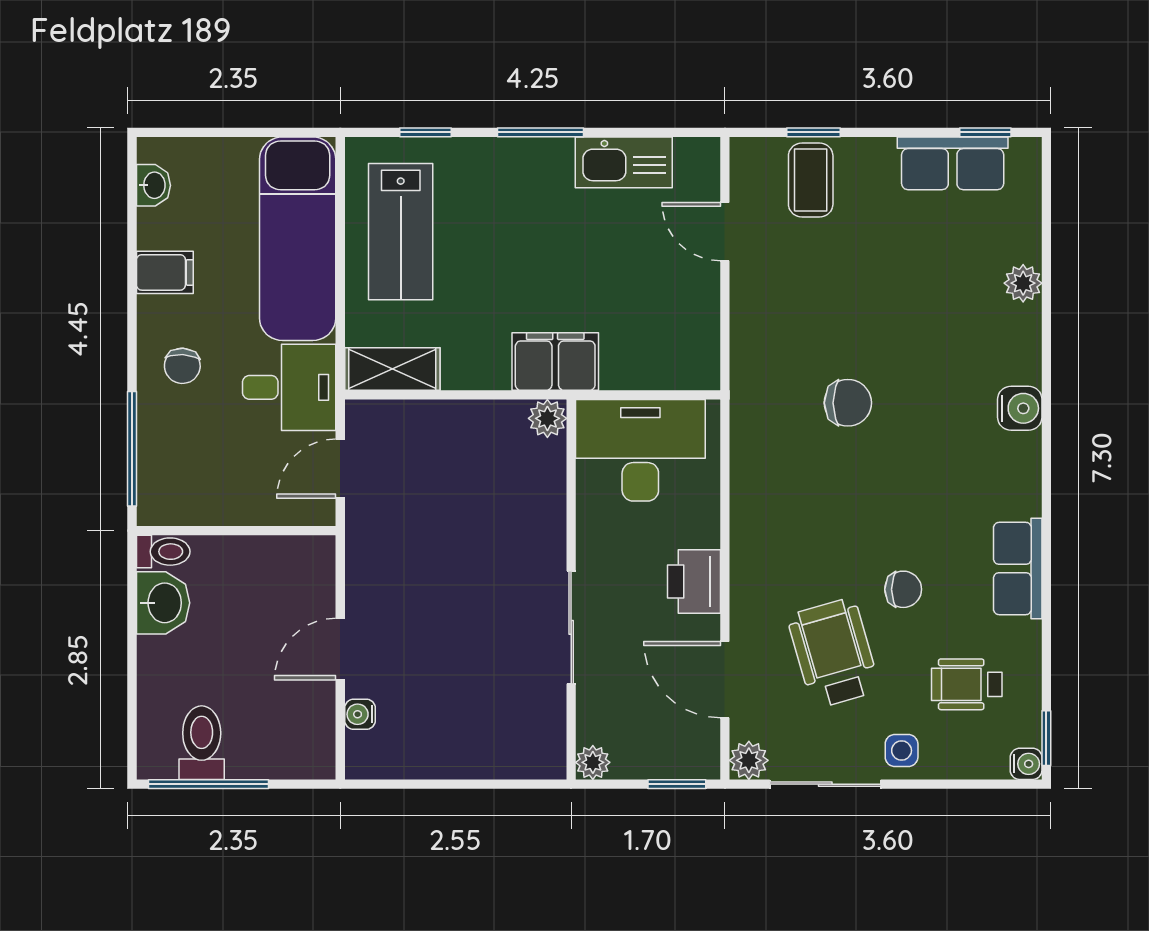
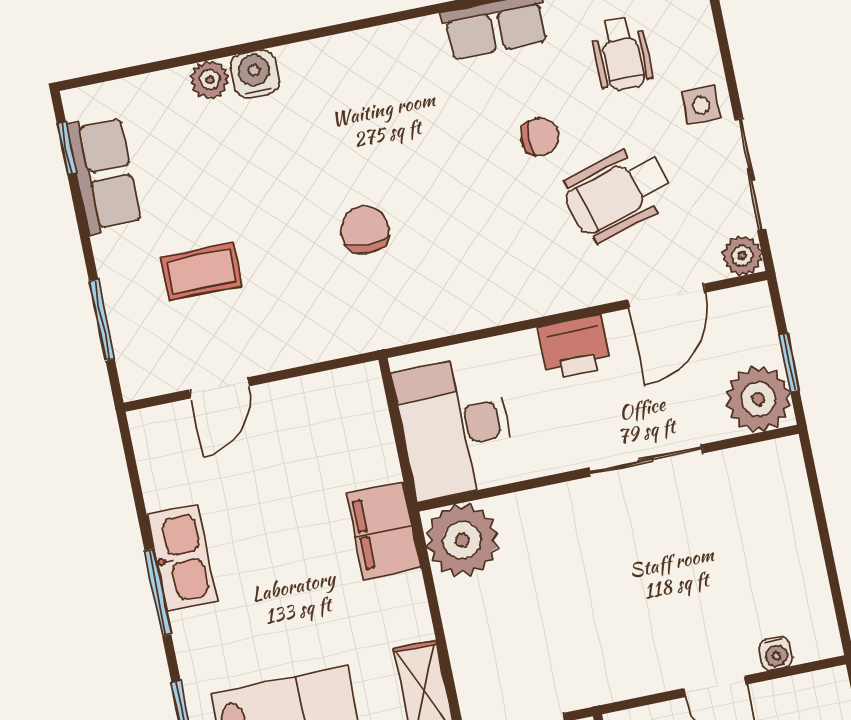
window: (813, 132) -> (102, 320), width x1.50
kitchen sink: (624, 162) -> (182, 558), moved
coffee table: (811, 180) -> (201, 272), moved
water cooler: (1020, 408) -> (255, 74), moved
plant: (547, 418) -> (462, 540), width x1.87, depth x1.87
chair: (903, 589) -> (540, 137), turned 90
plant: (593, 762) -> (758, 399), width x1.87, depth x1.87
window: (677, 784) -> (789, 363), moved

